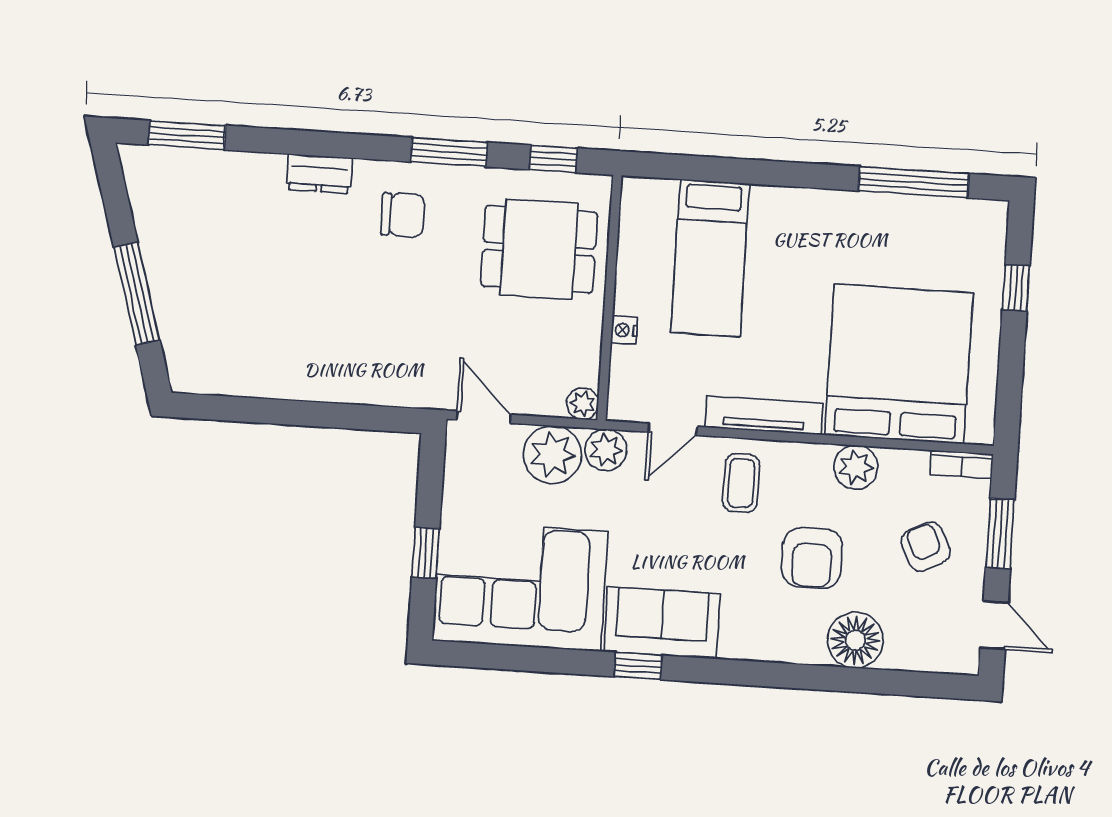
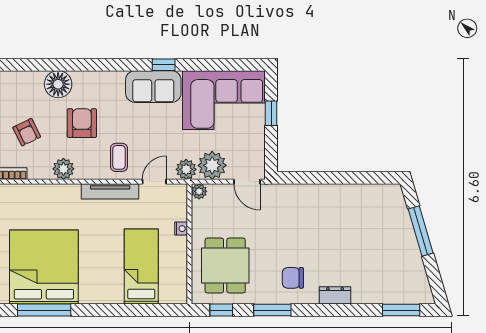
dining table: (539, 249) -> (225, 265), turned 90
bed: (899, 364) -> (44, 267), moved, turned 180

